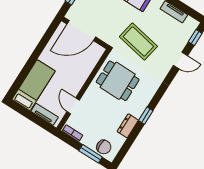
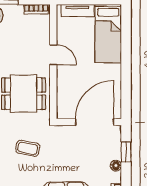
coffee table: (138, 41) -> (28, 148), width x0.54, depth x0.58
door: (73, 106) -> (53, 55), moved

